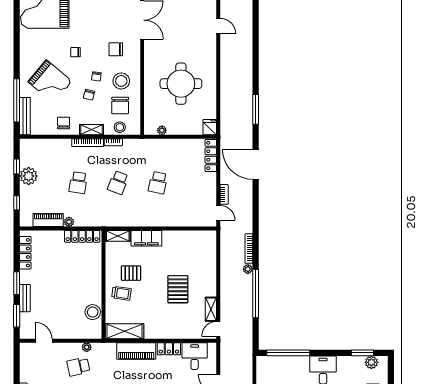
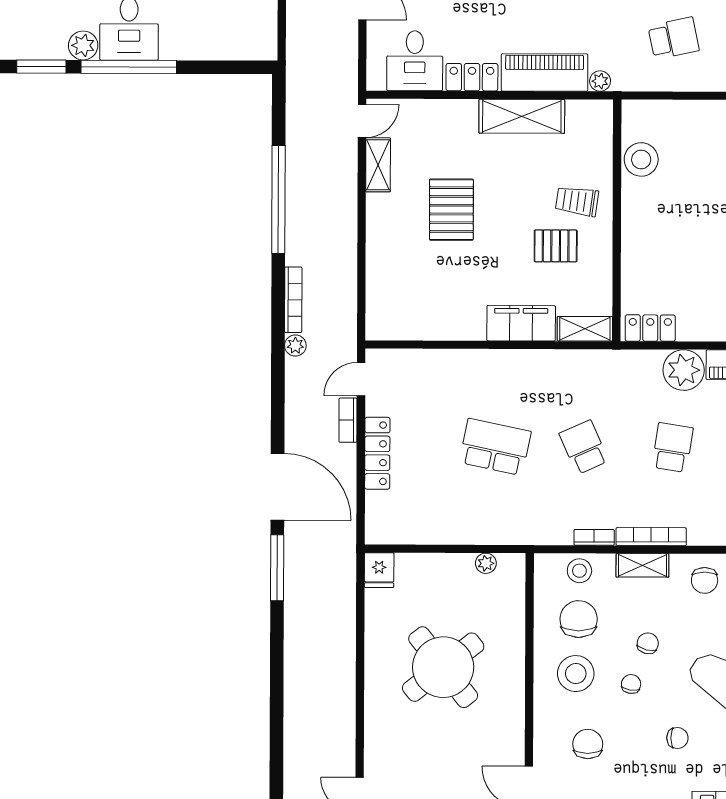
chair: (116, 49) -> (588, 744), turned -90
round table: (181, 84) -> (443, 667), turned -38
window: (256, 109) -> (277, 568), moved
locker: (211, 155) -> (377, 453), moved
school desk: (118, 183) -> (584, 447), turned -45
school desk: (158, 183) -> (495, 447), width x1.85
door: (218, 213) -> (361, 379), hinge flipped
plant: (69, 222) -> (684, 370), width x1.88, depth x1.88
locker: (82, 236) -> (650, 328), width x0.66
plant: (248, 269) -> (295, 346), moved
shelving: (125, 331) -> (522, 116), moved
plant: (87, 347) -> (600, 81), moved
window: (288, 353) -> (129, 67), moved
plant: (371, 362) -> (83, 45), moved

